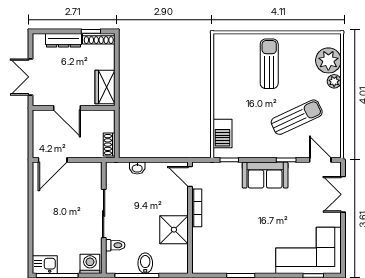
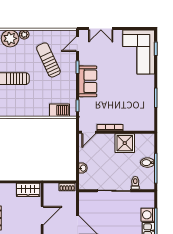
washing machine: (90, 264) -> (148, 215), moved

